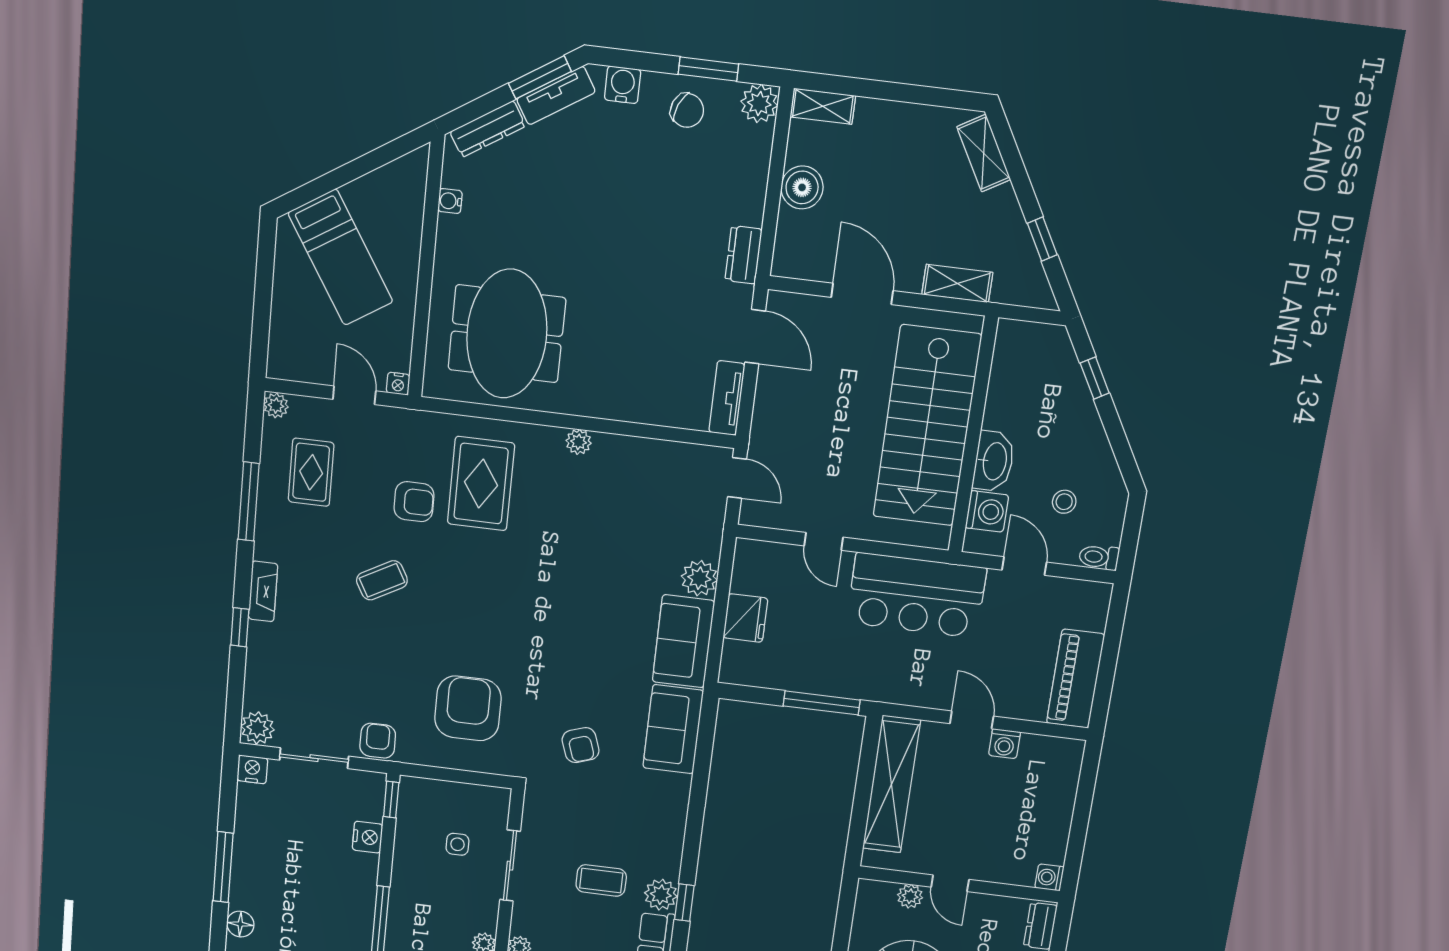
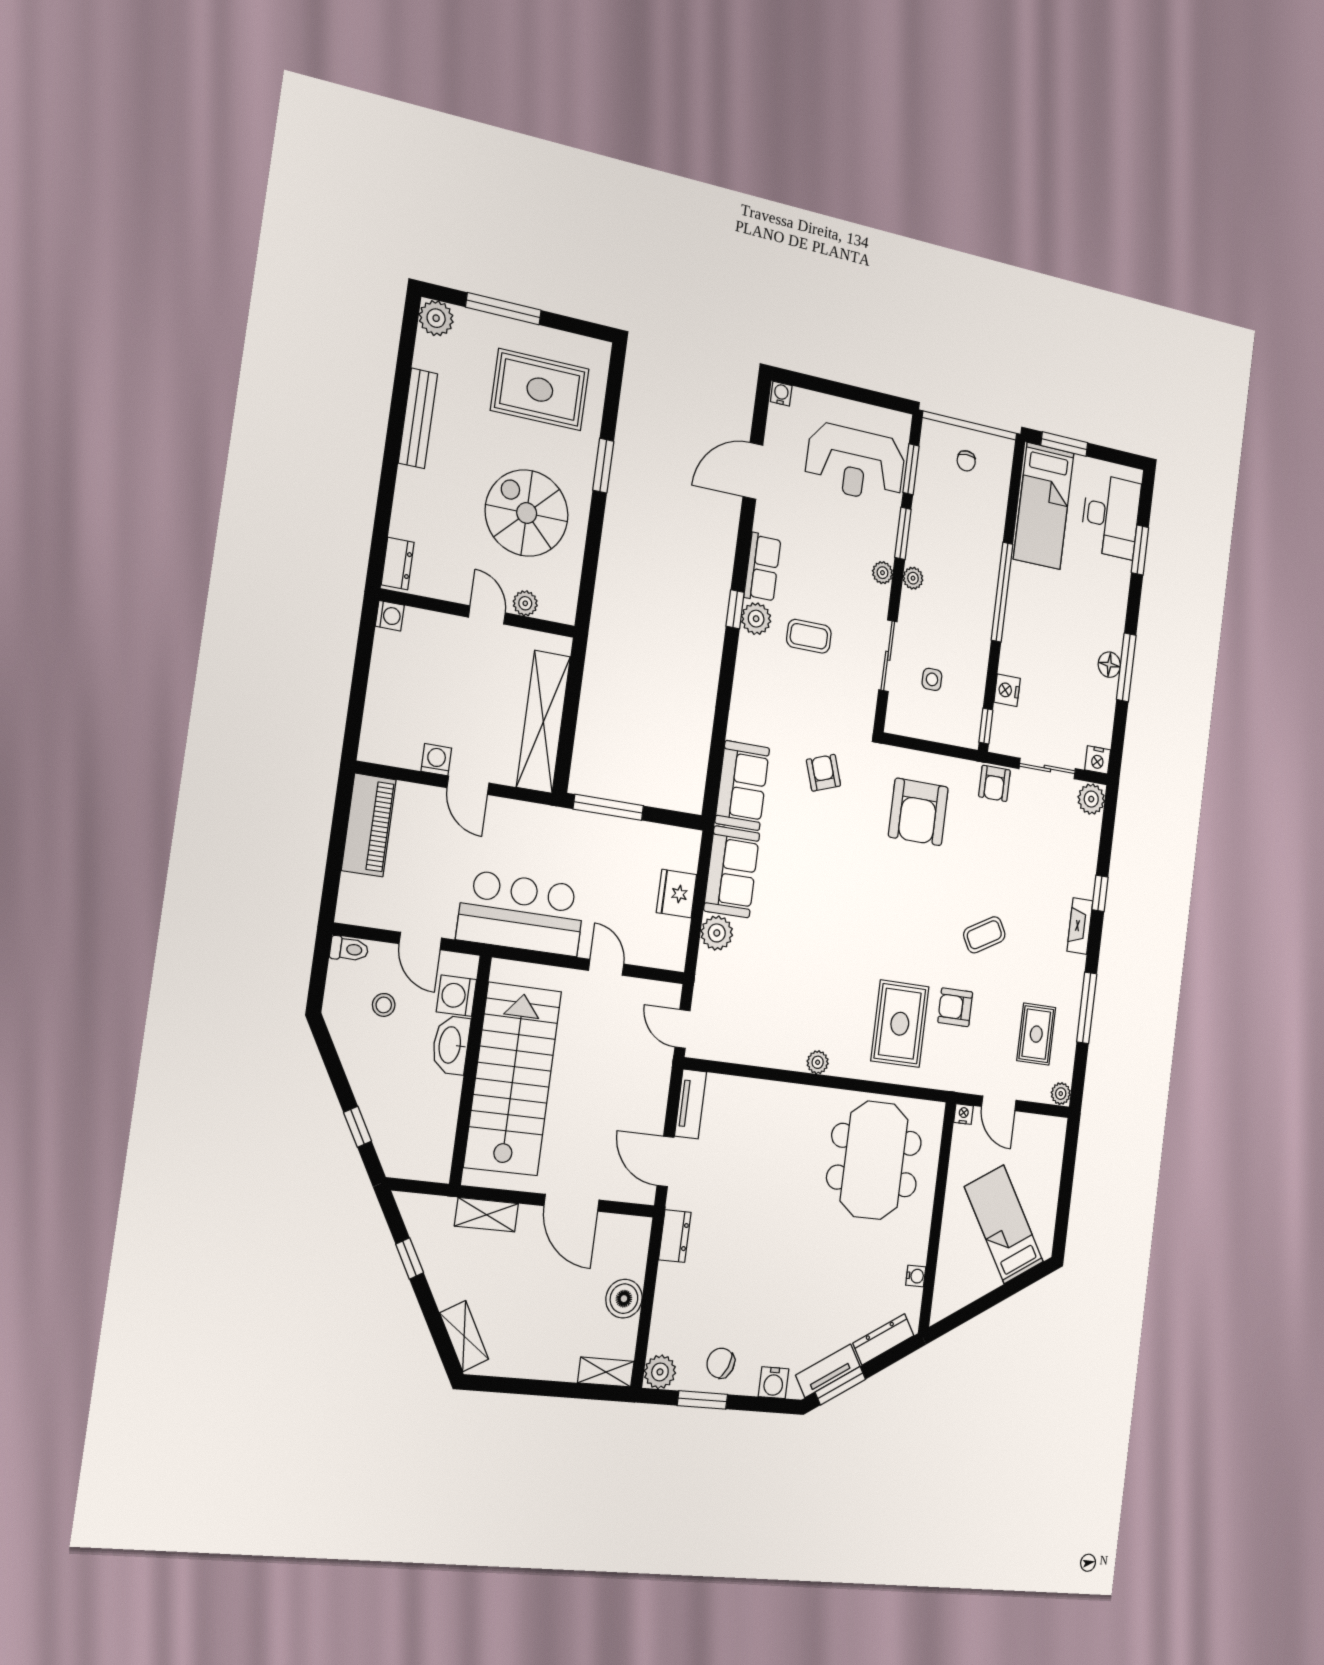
floor lamp: (240, 924) -> (1109, 665), moved

